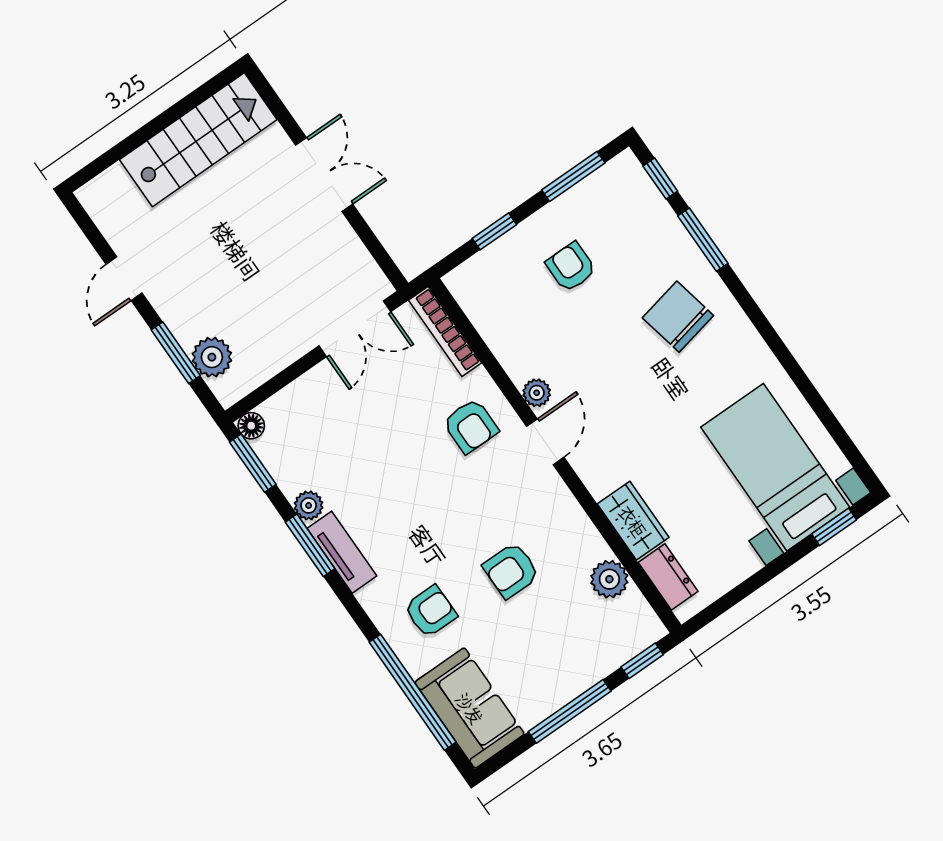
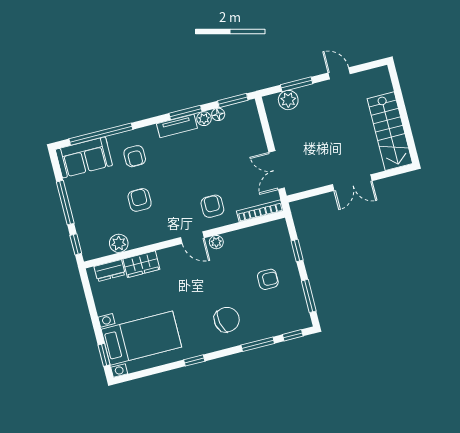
window: (780, 350) -> (194, 360), added
floor lamp: (251, 426) -> (218, 114), moved
armchair: (471, 426) -> (212, 206), turned 90

